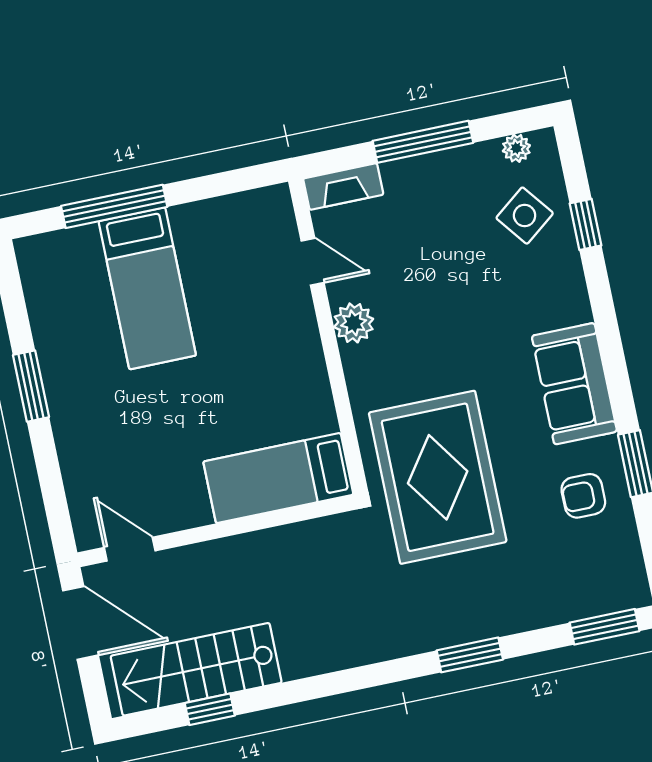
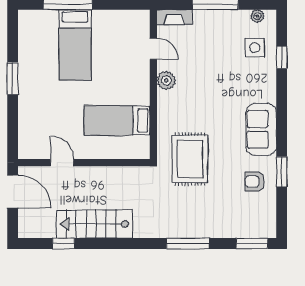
side table: (525, 216) -> (255, 48), turned 38
rug: (438, 477) -> (190, 159), width x0.73, depth x0.69
bed: (278, 478) -> (117, 120), moved
door: (130, 549) -> (62, 163), moved
window: (470, 655) -> (188, 243), width x1.44
stairs: (196, 669) -> (95, 224), moved

